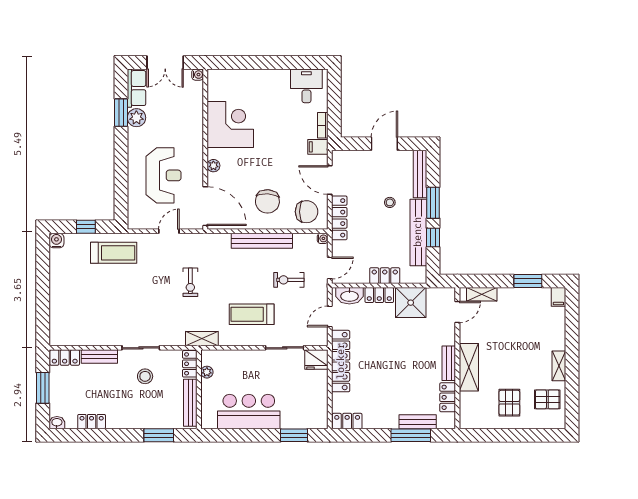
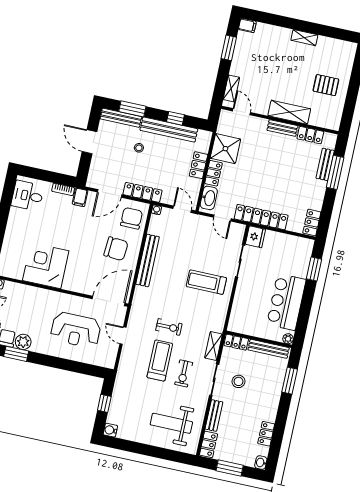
plant: (213, 166) -> (77, 287), removed
reception desk: (164, 175) -> (76, 330), turned 180
window: (433, 203) -> (132, 109), moved
treadmill: (114, 253) -> (160, 361), moved
exercise bike: (289, 280) -> (184, 373), moved
weight bench: (80, 309) -> (171, 423), added
treadmill: (252, 314) -> (206, 282), turned 90
shelving: (202, 339) -> (214, 346), moved
plant: (207, 372) -> (288, 339), moved
pallet: (547, 399) -> (330, 53), removed

